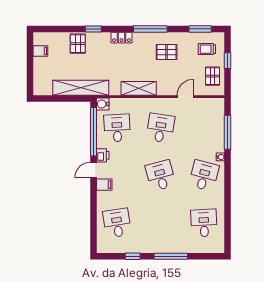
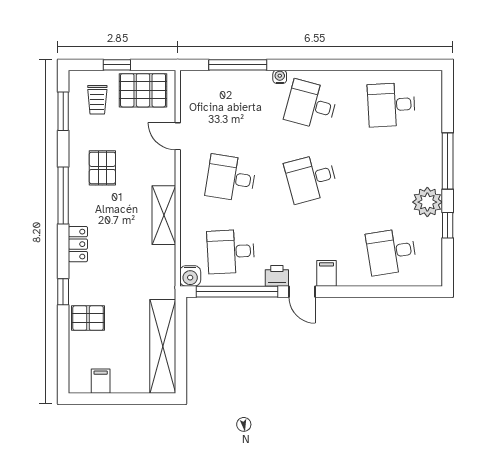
pallet: (213, 76) -> (143, 90), width x1.50, depth x1.42
shelving: (81, 88) -> (163, 346), moved
plant: (146, 244) -> (427, 202), added

